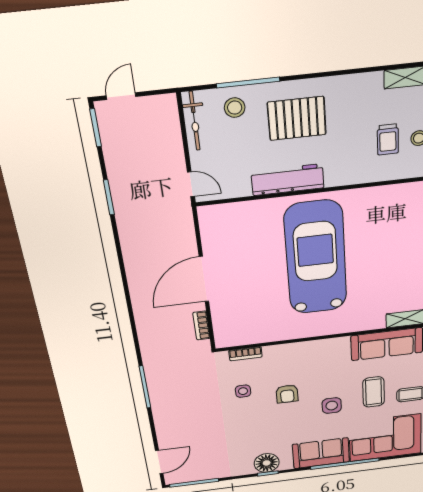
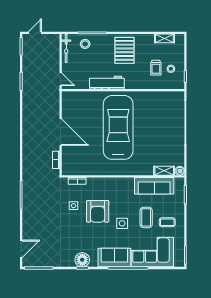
pallet: (297, 118) -> (124, 50), moved, turned 90
door: (204, 279) -> (61, 132), swing flipped
armchair: (287, 394) -> (98, 211), width x1.88, depth x1.88

